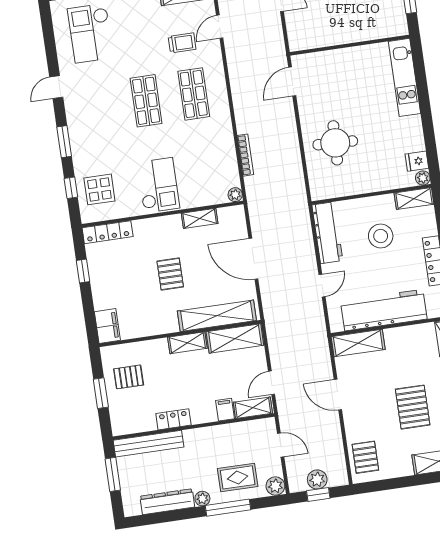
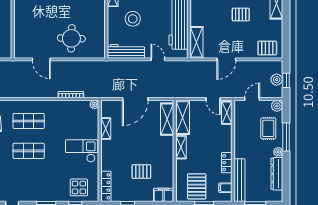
door: (292, 82) -> (41, 59), moved
pallet: (170, 274) -> (141, 172), moved
shelving: (217, 316) -> (167, 119), width x0.68
pallet: (129, 377) -> (197, 186), width x1.50, depth x1.42
pallet: (413, 407) -> (241, 14), width x0.67, depth x0.71
filing cabinet: (225, 410) -> (225, 188), moved

